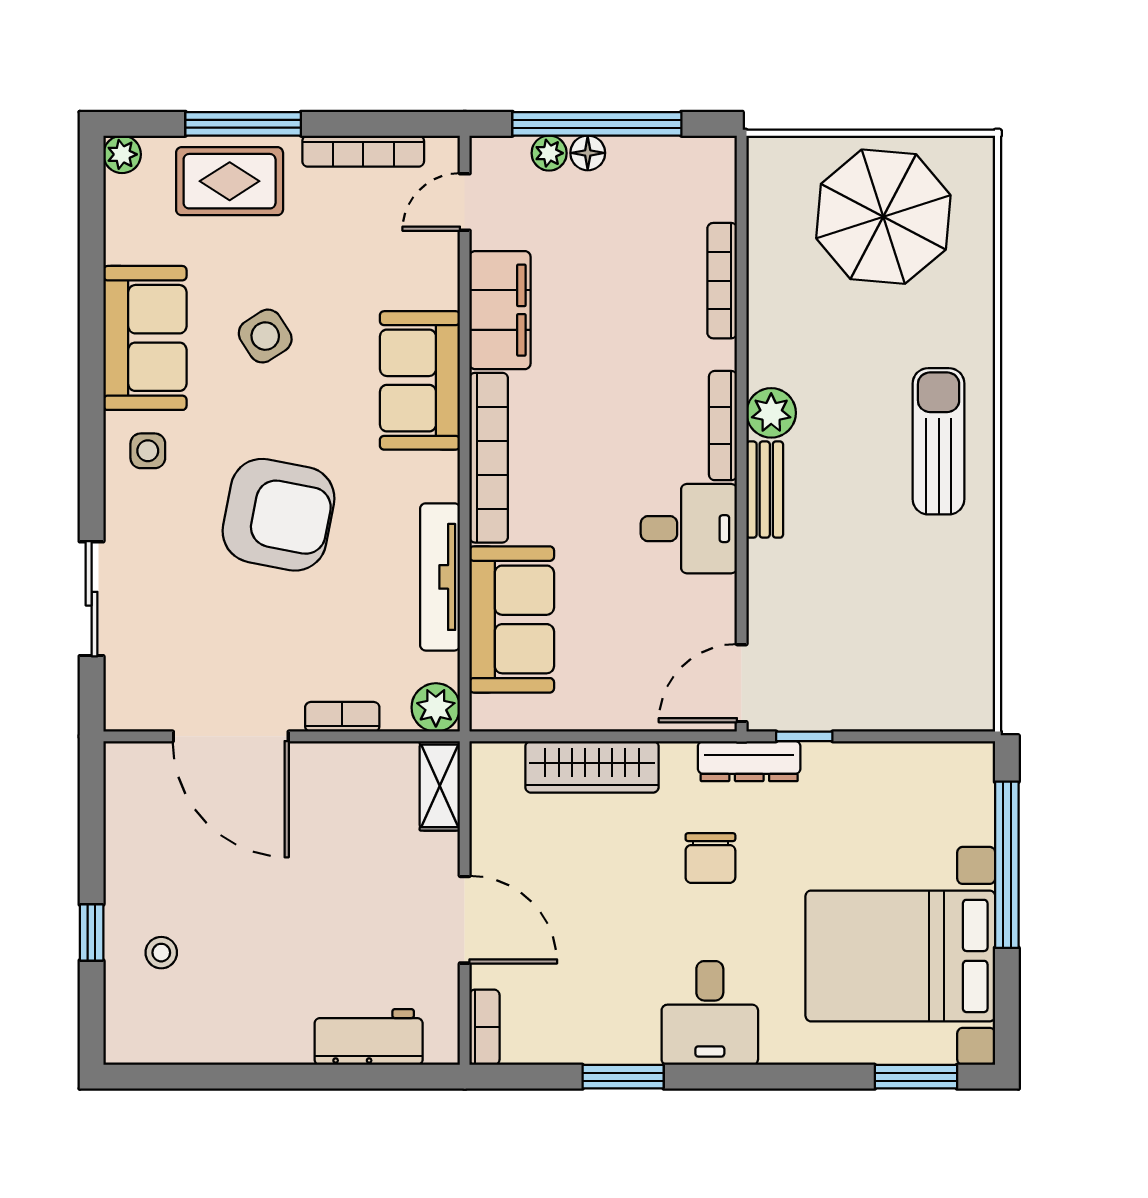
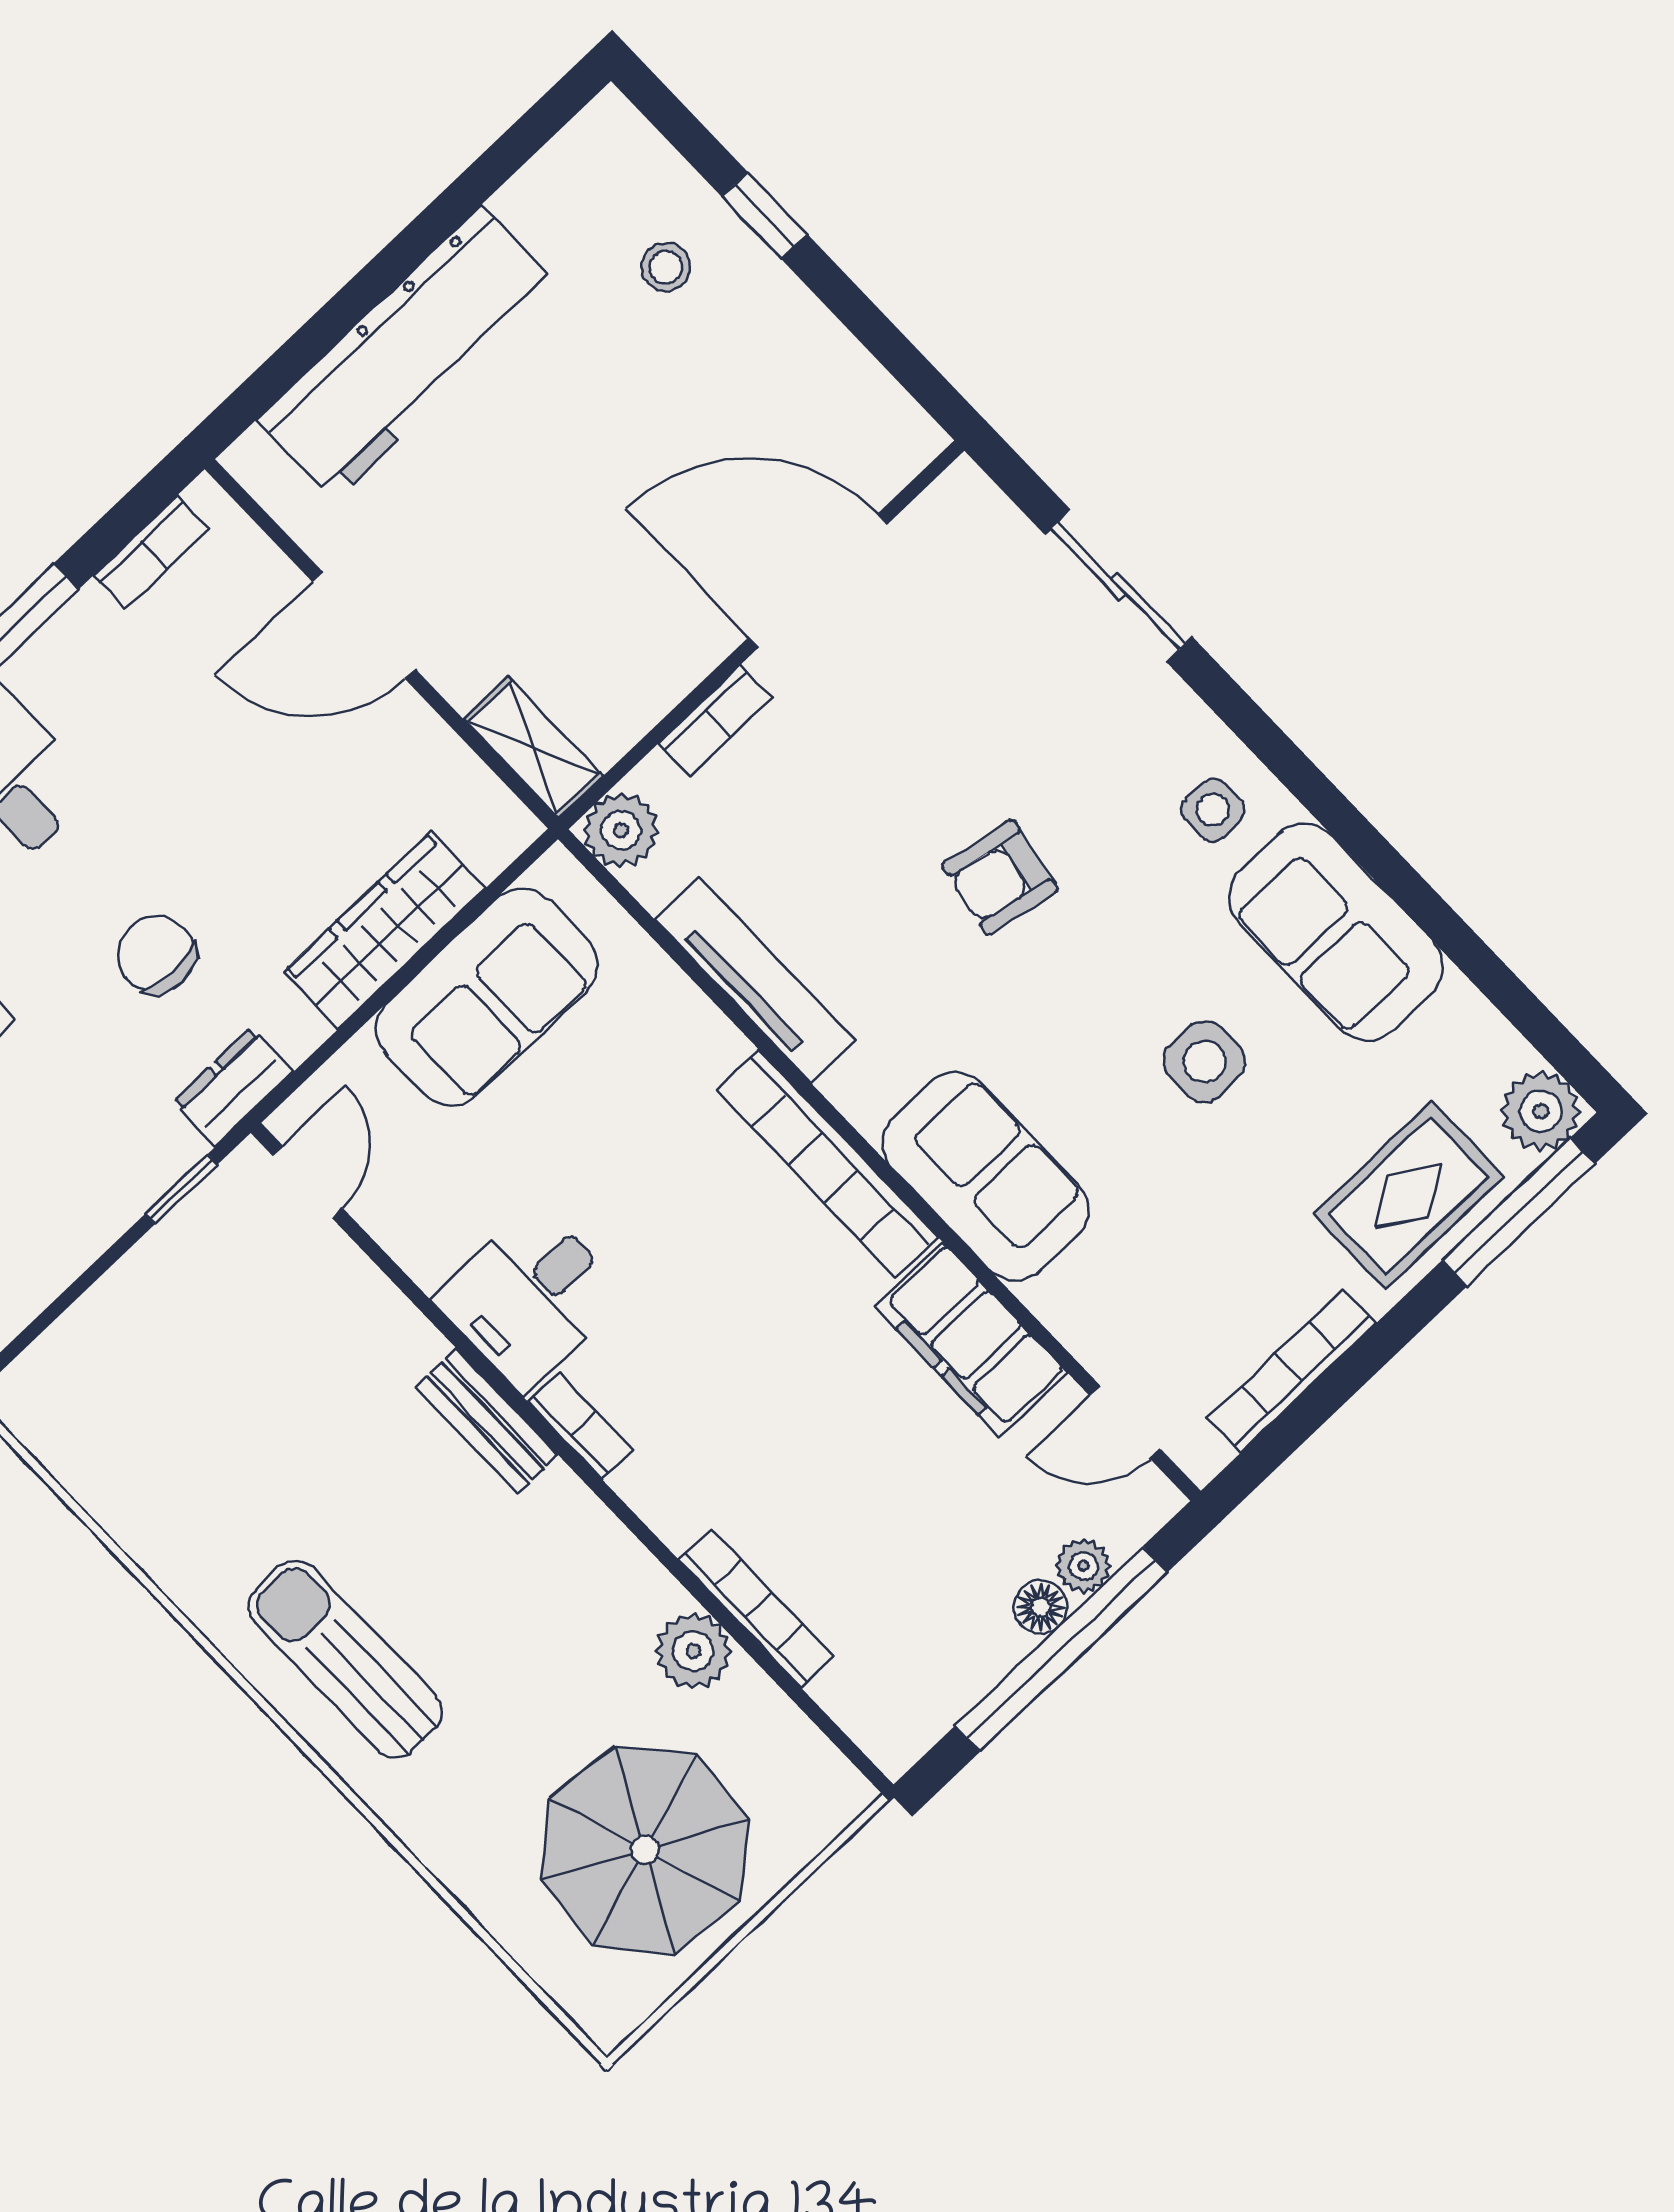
window: (243, 124) -> (1518, 1212), moved
plant: (122, 154) -> (1541, 1111), width x1.38, depth x1.38
door: (465, 202) -> (1125, 1422), swing flipped
side table: (265, 336) -> (1204, 1062), turned 33
plant: (771, 413) -> (693, 1651), moved
bookcase: (723, 426) -> (580, 1426), width x0.64
sun lounger: (939, 441) -> (345, 1659), turned 180
armchair: (279, 515) -> (1000, 877), width x0.53, depth x0.53
sofa: (512, 619) -> (487, 997), moved, turned -90
door: (742, 683) -> (307, 1182), width x0.73
dresser: (749, 761) -> (234, 1087), width x0.70
bookcase: (484, 1027) -> (151, 552), moved, turned -90
workbench: (369, 1037) -> (408, 353), width x1.88, depth x1.32

